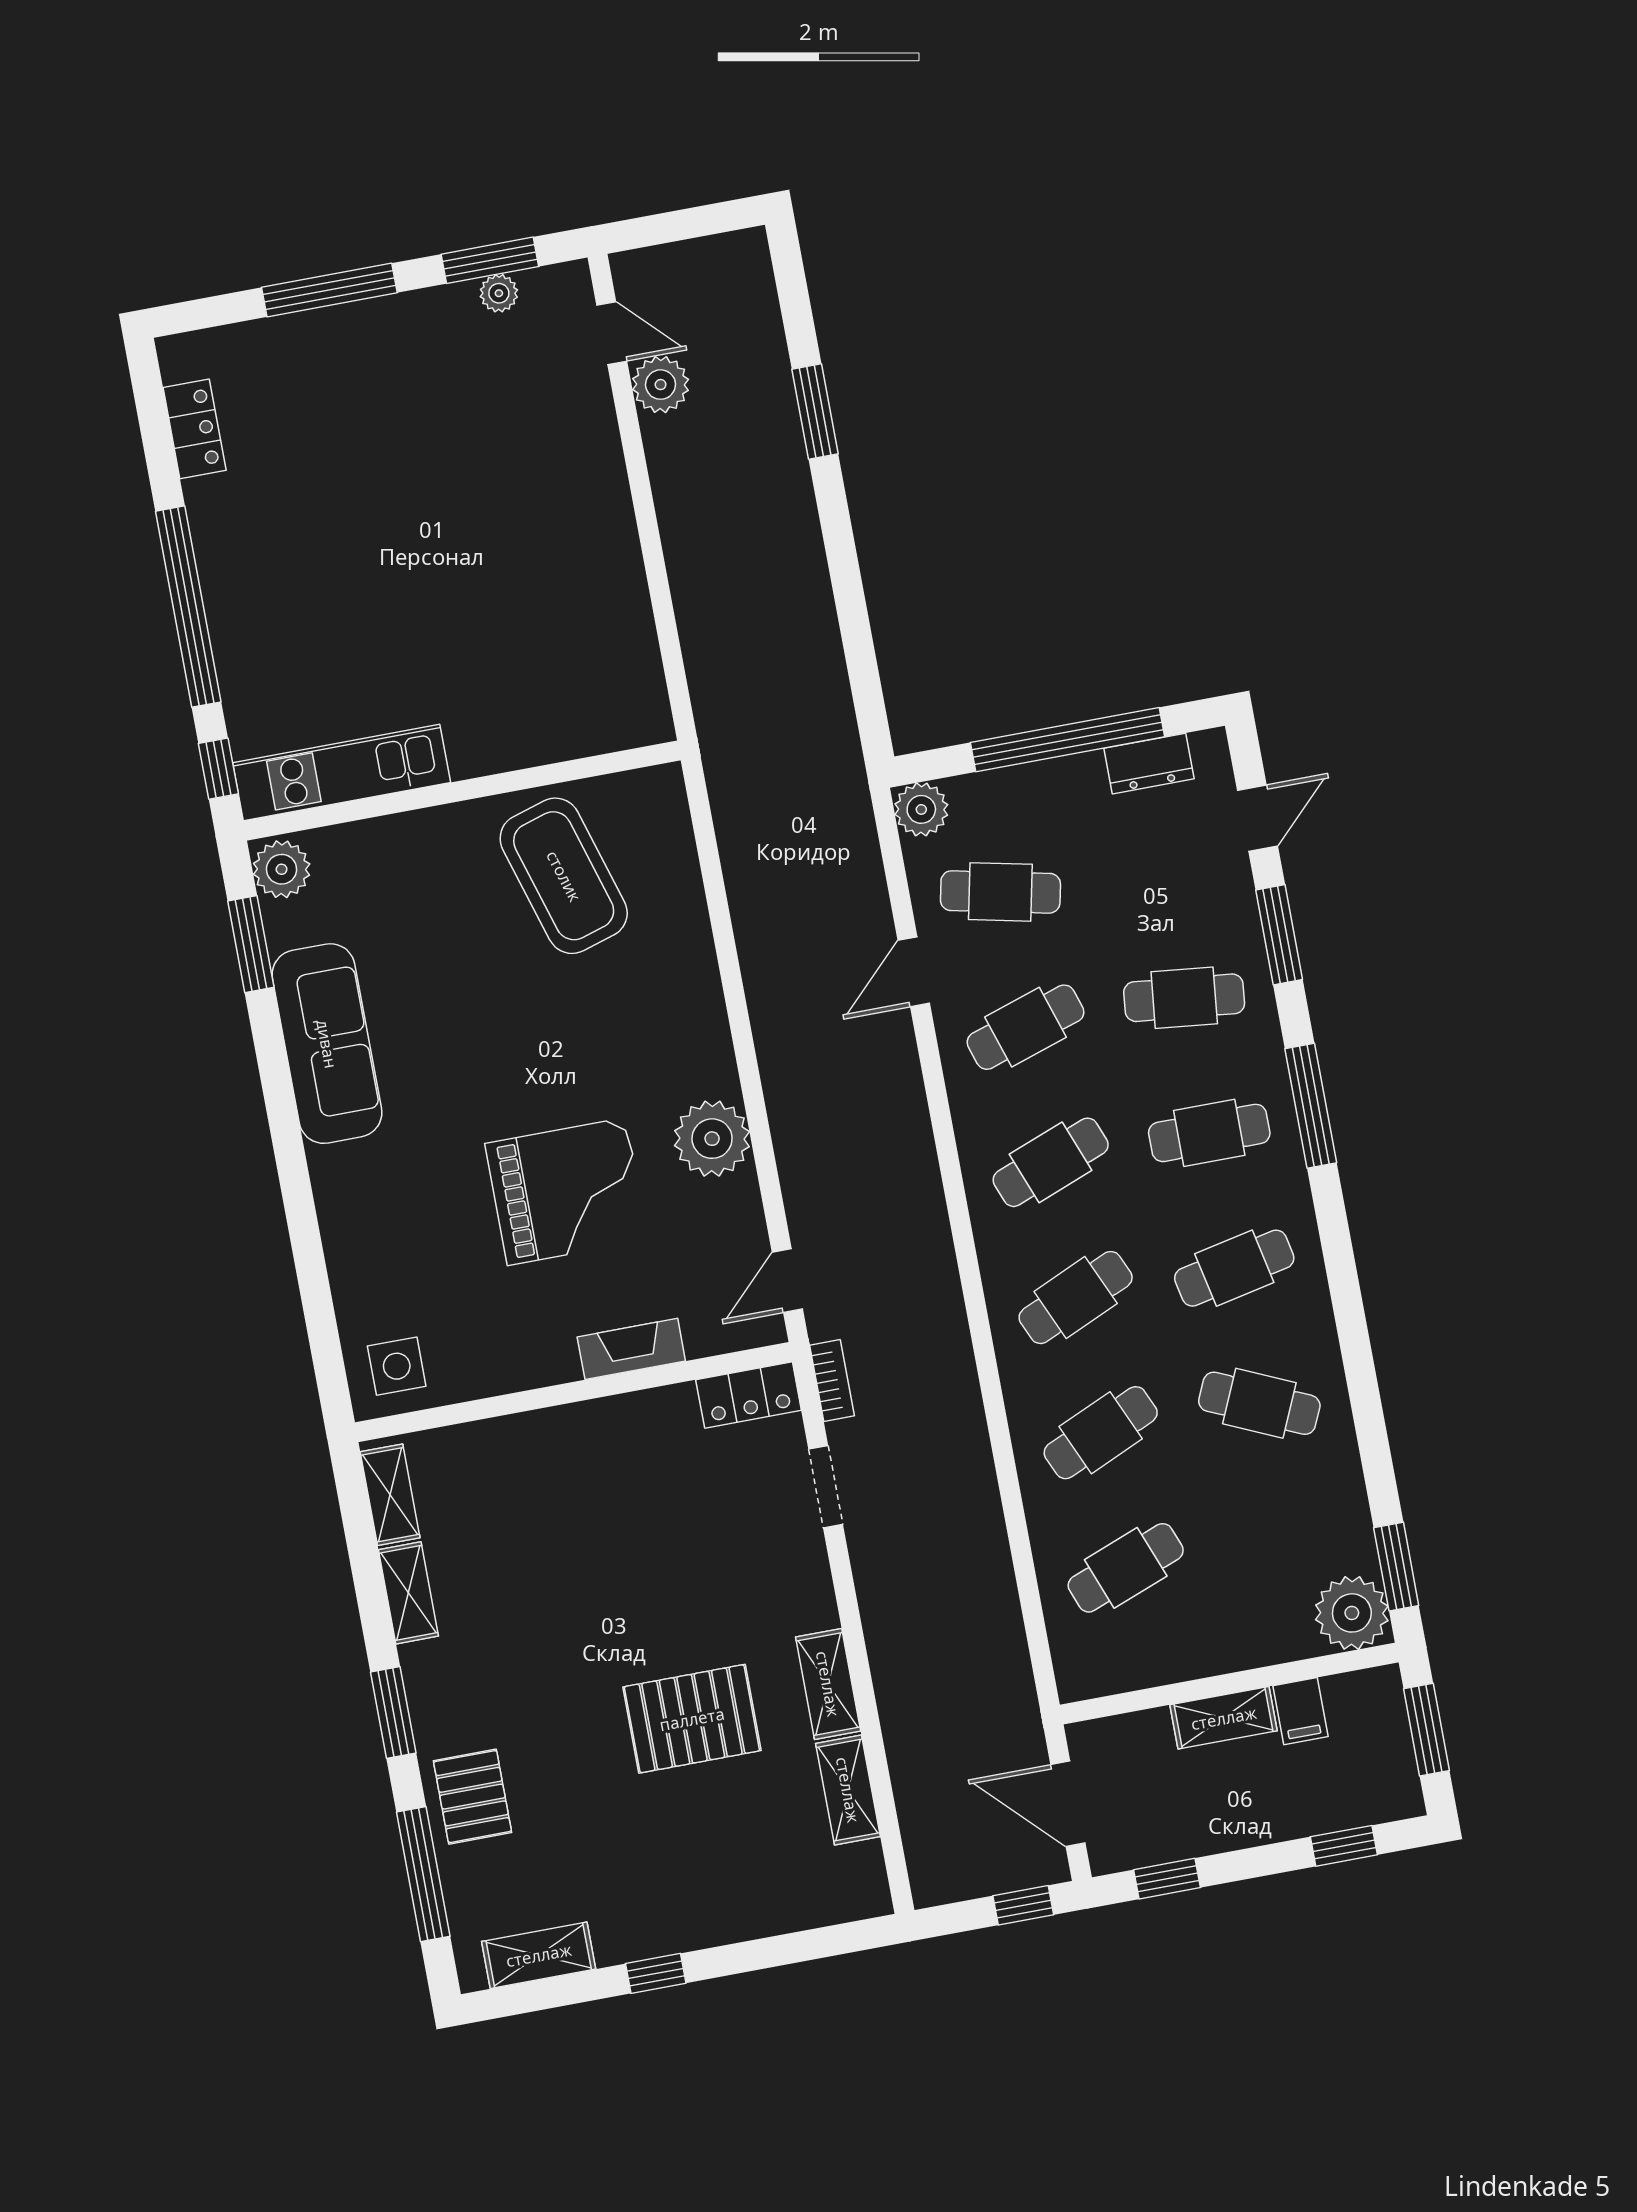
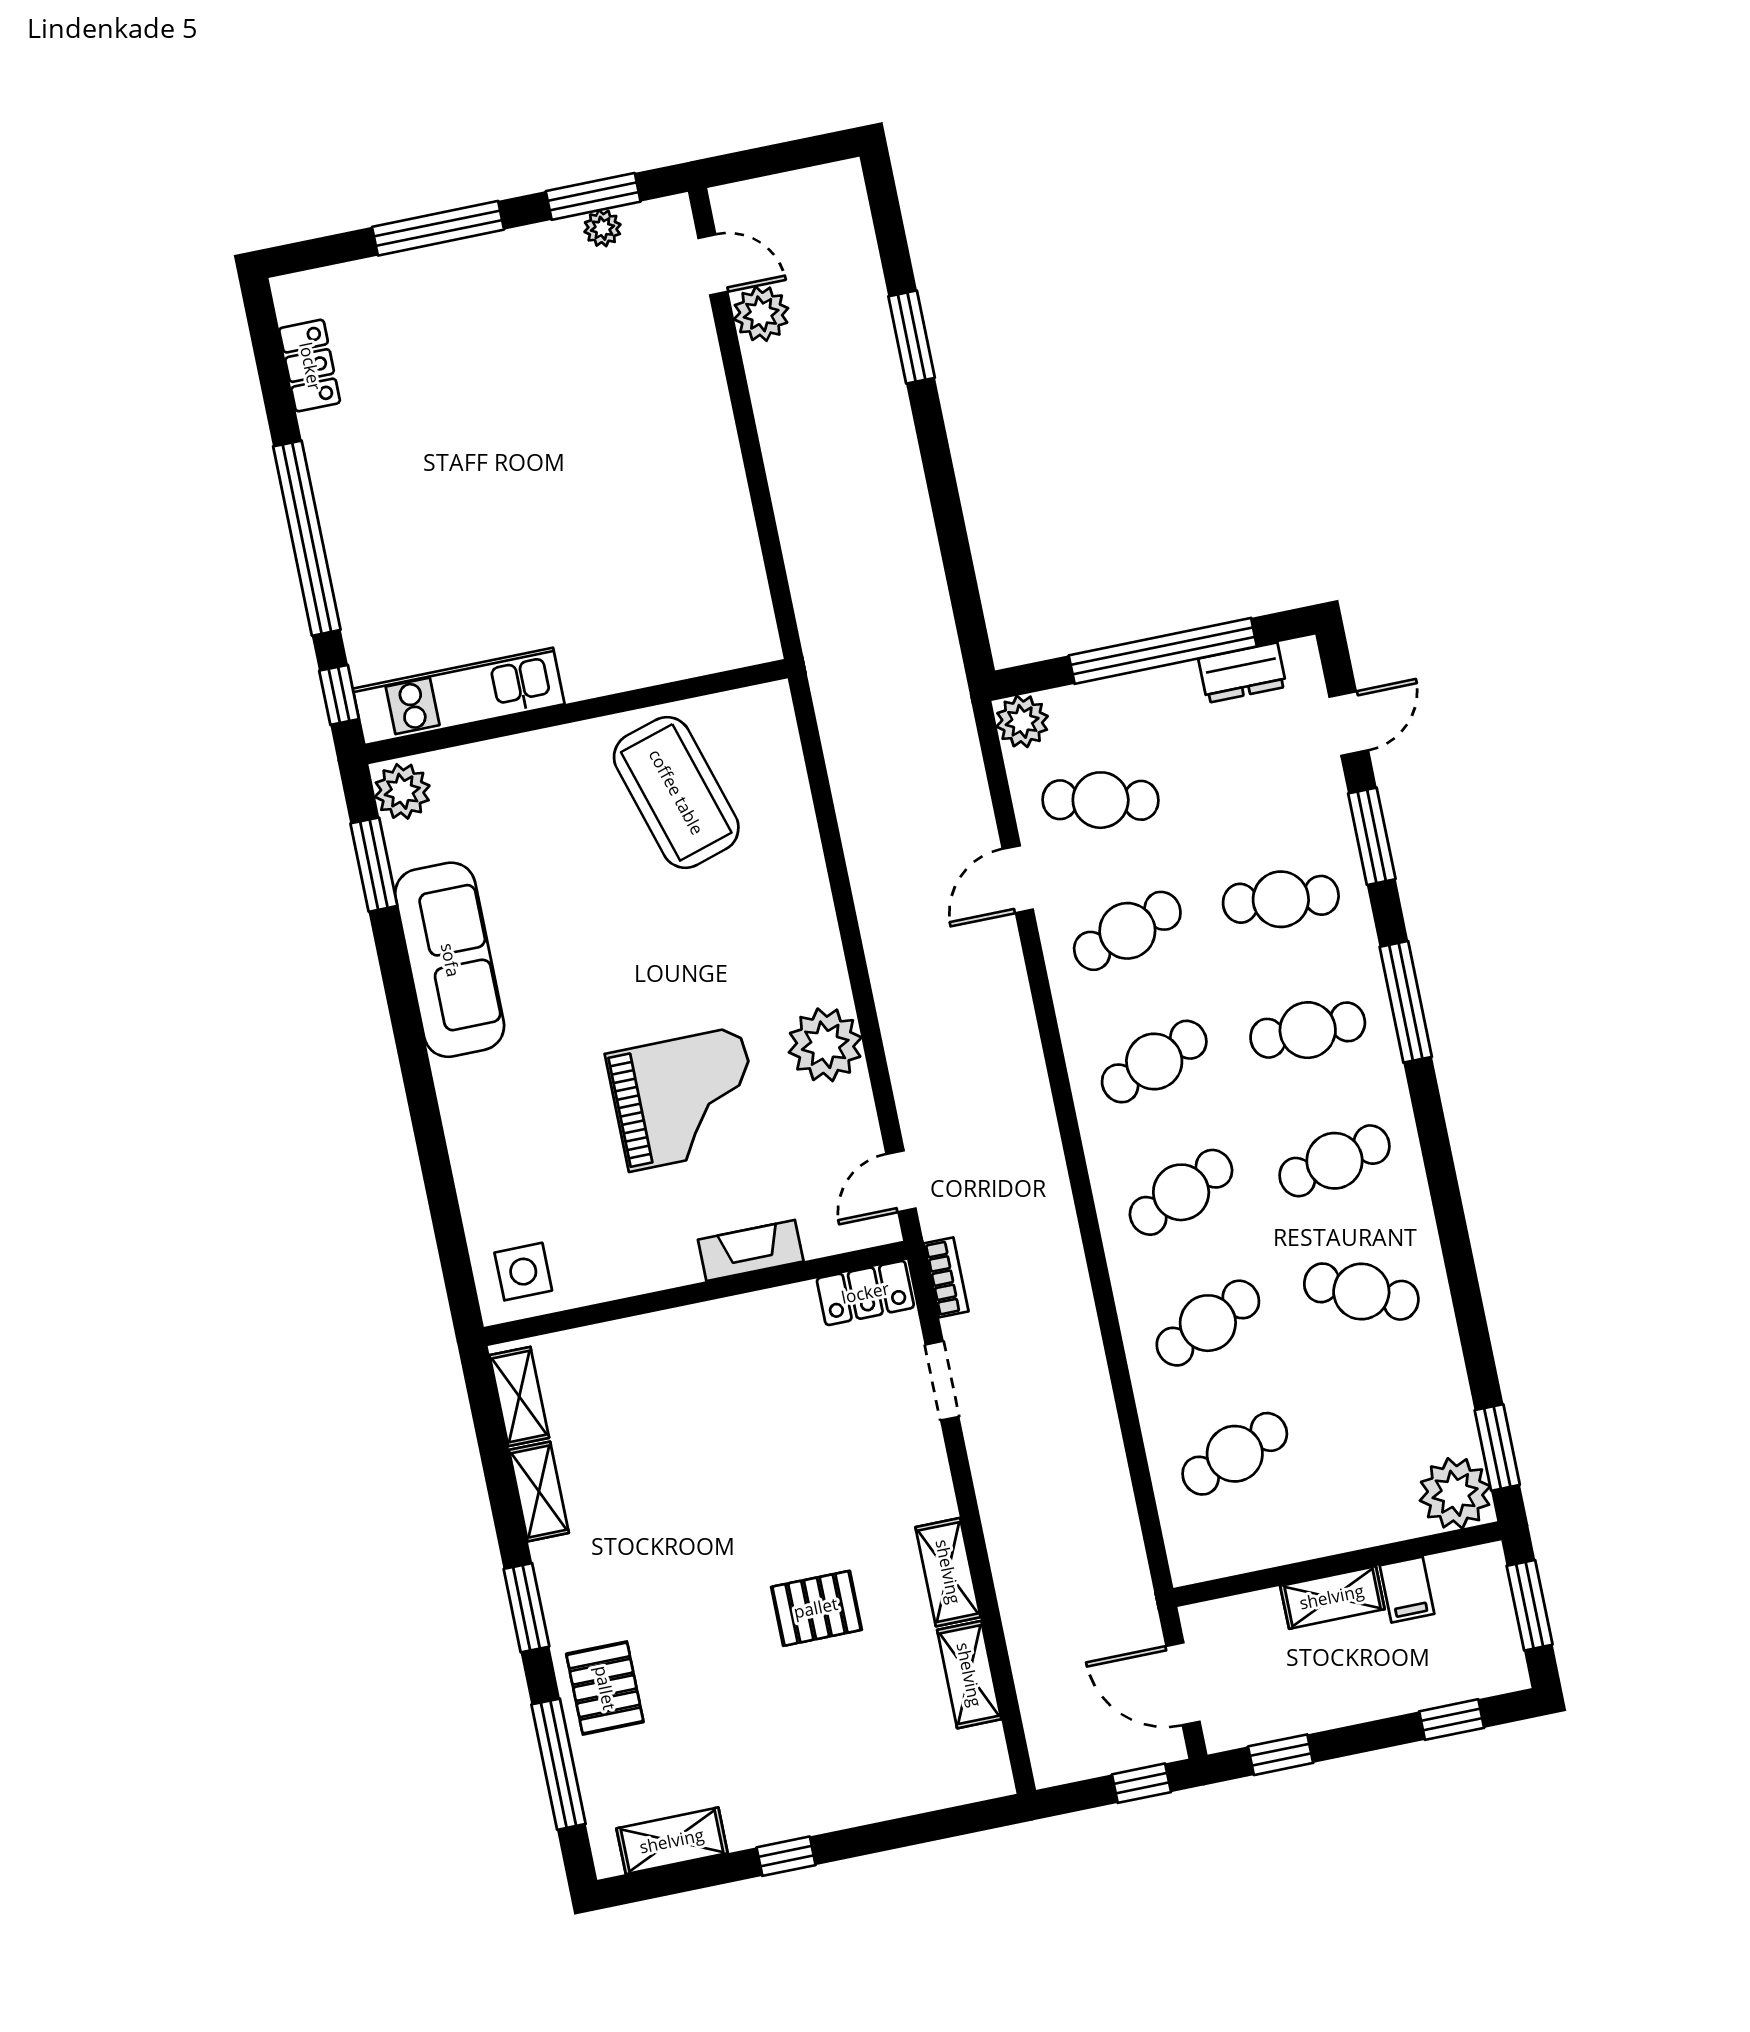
pallet: (692, 1719) -> (816, 1608), width x0.67, depth x0.71

